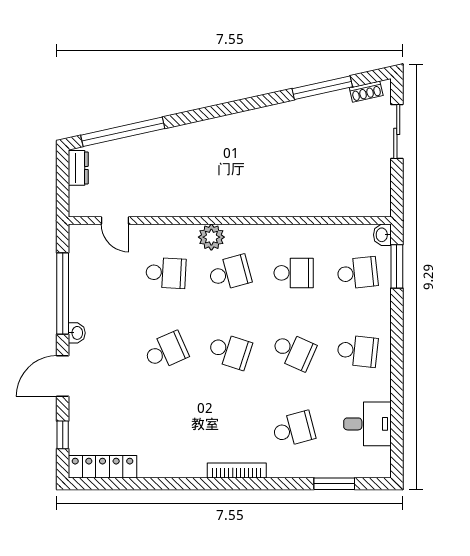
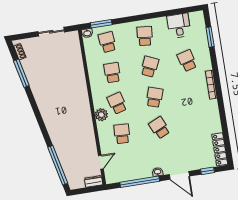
sliding door: (397, 131) -> (51, 32), moved
dresser: (78, 168) -> (94, 181), moved

